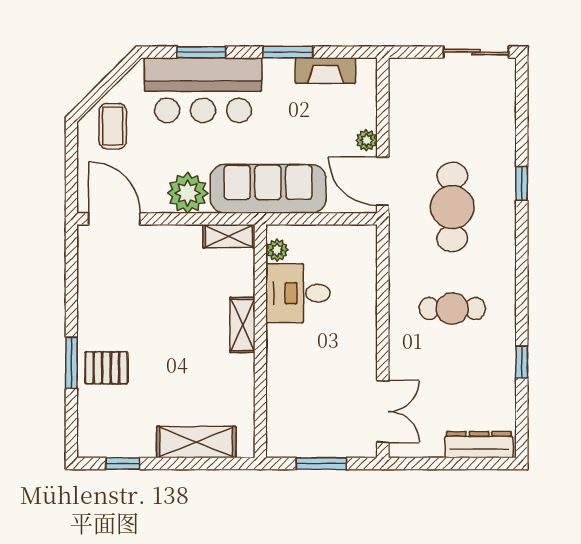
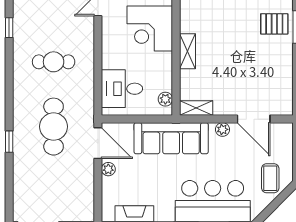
plant: (188, 193) -> (222, 129), width x0.53, depth x0.53
door: (114, 219) -> (254, 119), moved
desk: (298, 293) -> (122, 89), moved, turned 180
corner desk: (302, 361) -> (150, 28), added

